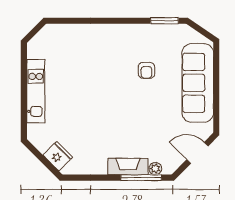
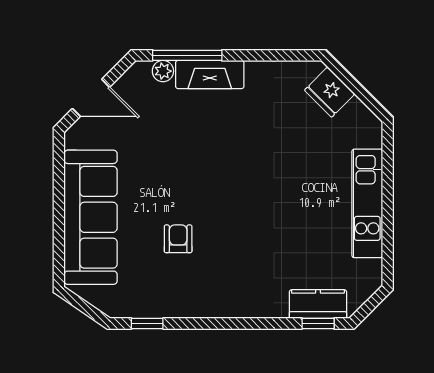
window: (65, 21) -> (318, 323), added
window: (165, 21) -> (147, 323), width x0.67
kitchen counter: (65, 32) -> (318, 304), added

